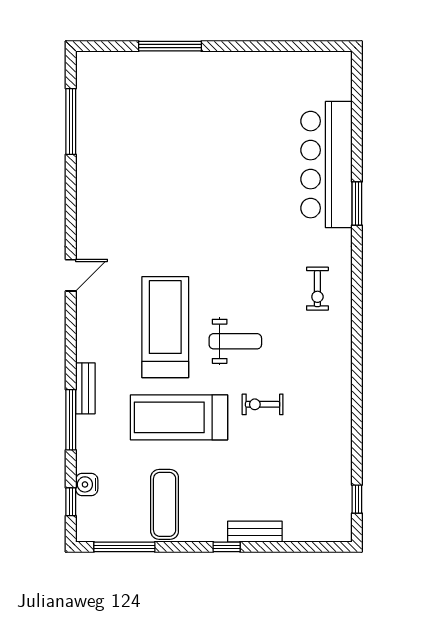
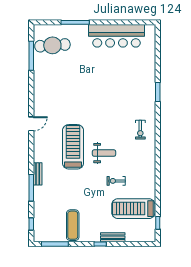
cafe table: (119, 98) -> (52, 45), added
bar counter: (327, 165) -> (116, 36), moved, turned -90
treadmill: (179, 417) -> (133, 209), moved
water cooler: (87, 484) -> (38, 216), removed

